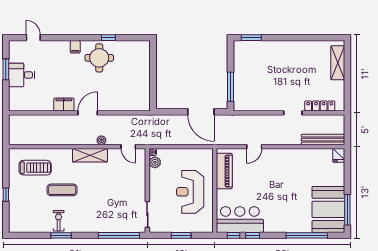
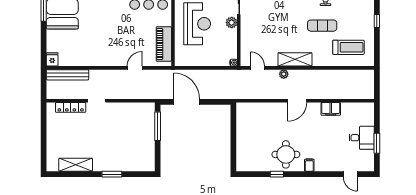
window: (251, 38) -> (112, 174), moved
shelving: (338, 63) -> (76, 165), moved, turned 90
filing cabinet: (64, 105) -> (331, 109), moved
plant: (155, 162) -> (232, 23), moved
treadmill: (35, 168) -> (348, 47), turned 180

